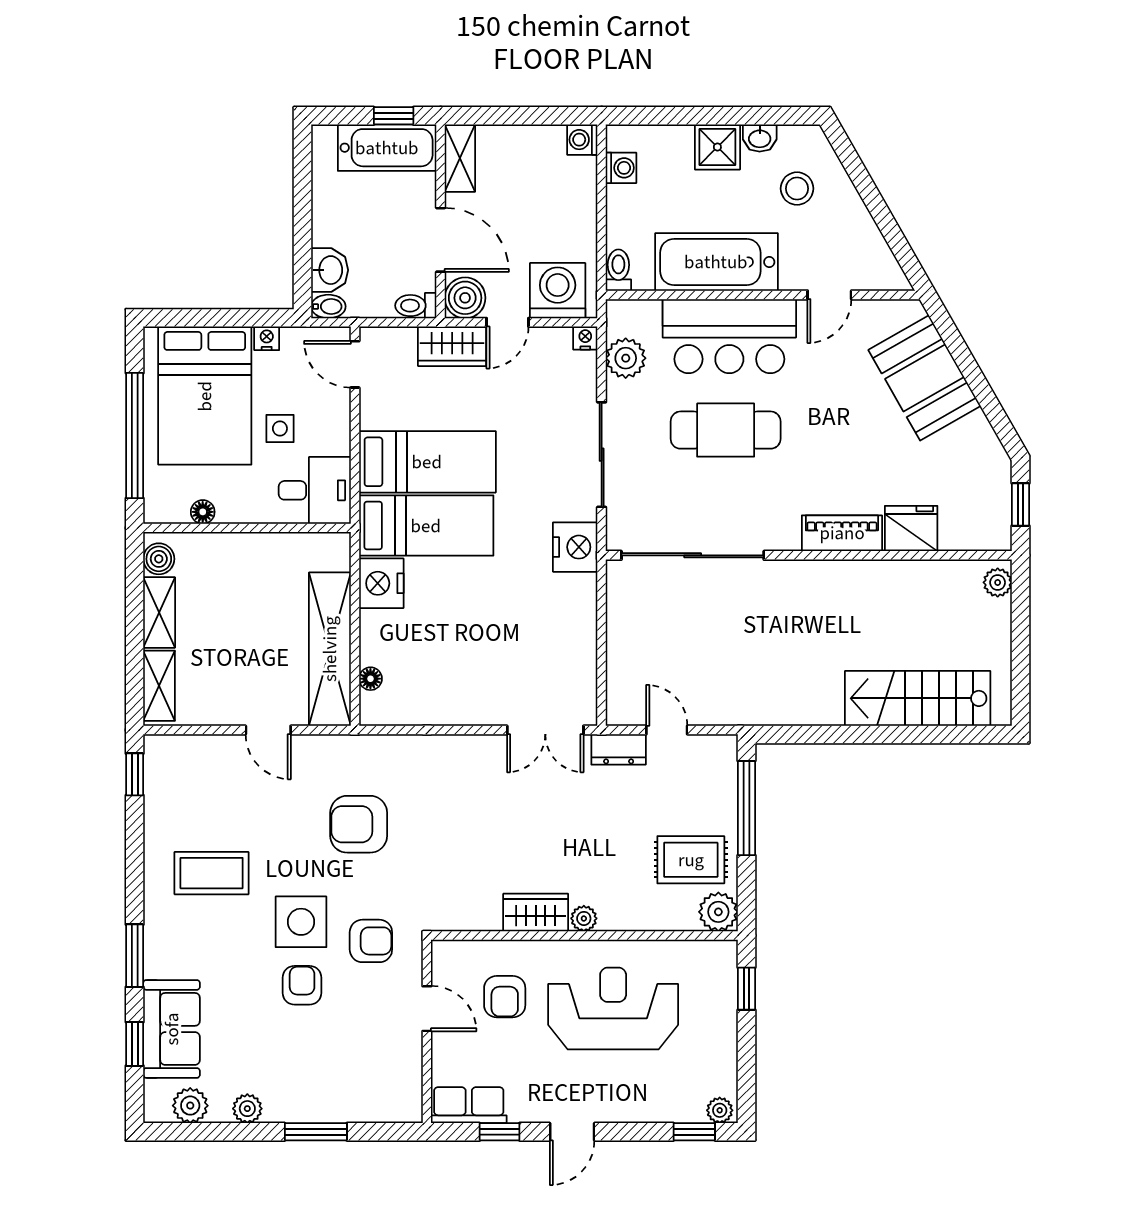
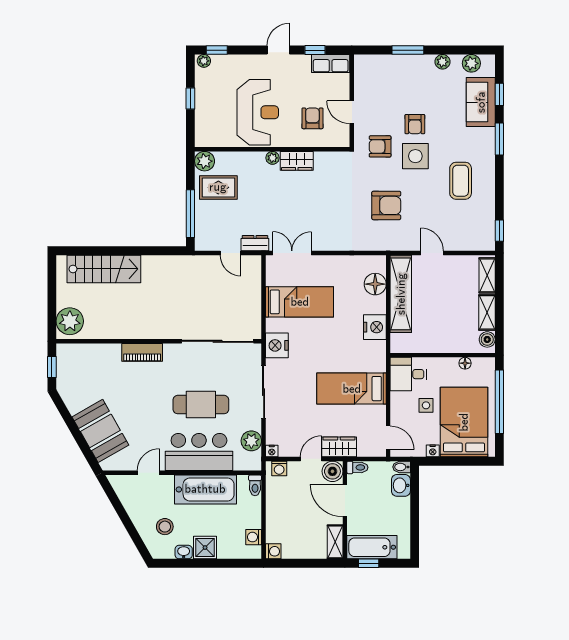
washing machine: (558, 291) -> (279, 468), width x0.53, depth x0.53
bed: (426, 526) -> (300, 302), moved, turned 180
fridge: (911, 529) -> (107, 355), removed
plant: (998, 582) -> (70, 321), width x1.87, depth x1.87
floor lamp: (370, 679) -> (375, 284), width x1.89, depth x1.89
coffee table: (212, 873) -> (461, 181), turned 90
window: (746, 989) -> (190, 99), moved
reception desk: (613, 1009) -> (258, 112), turned -90

